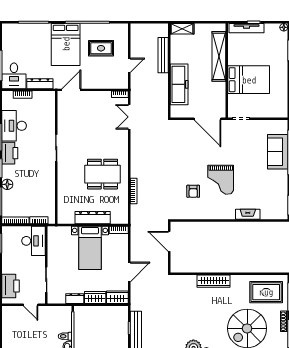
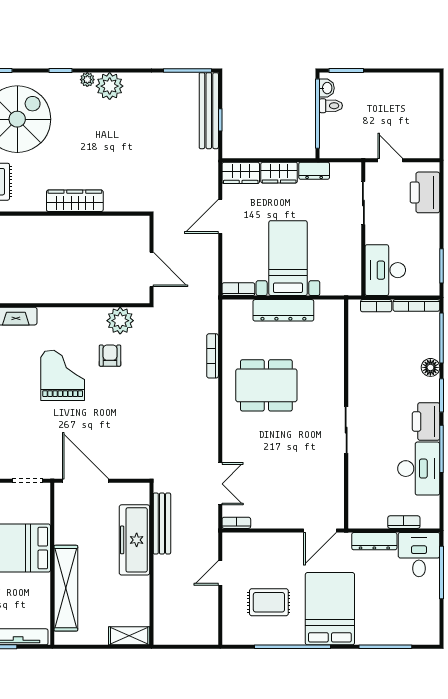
bench: (163, 55) -> (162, 523), moved
plant: (187, 212) -> (120, 321), added

